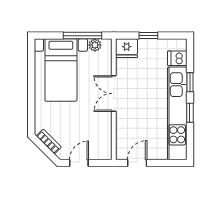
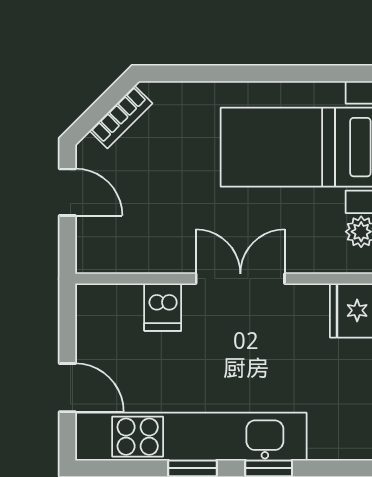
dishwasher: (177, 58) -> (163, 307), moved, turned 180
door: (137, 163) -> (67, 388), moved

